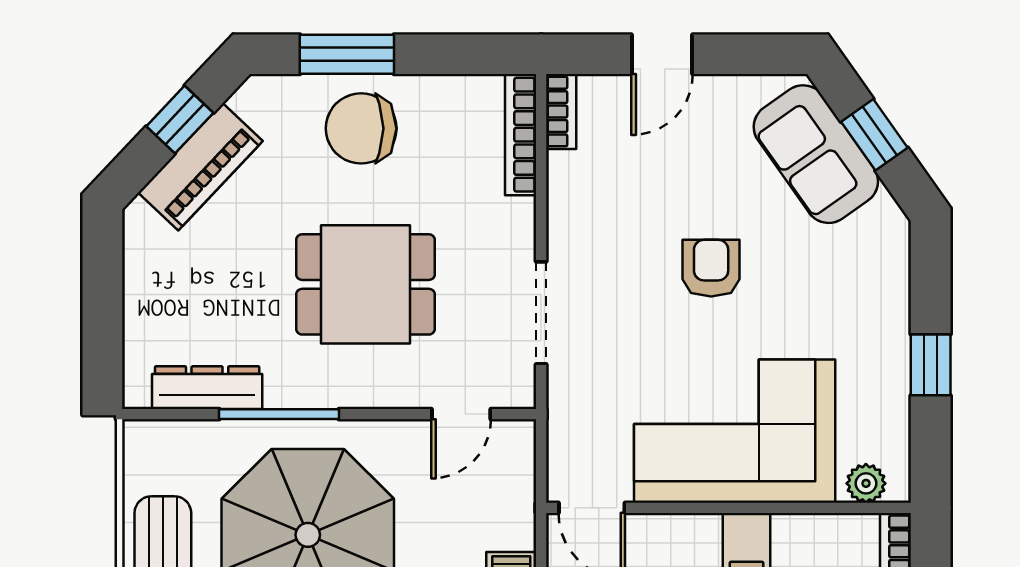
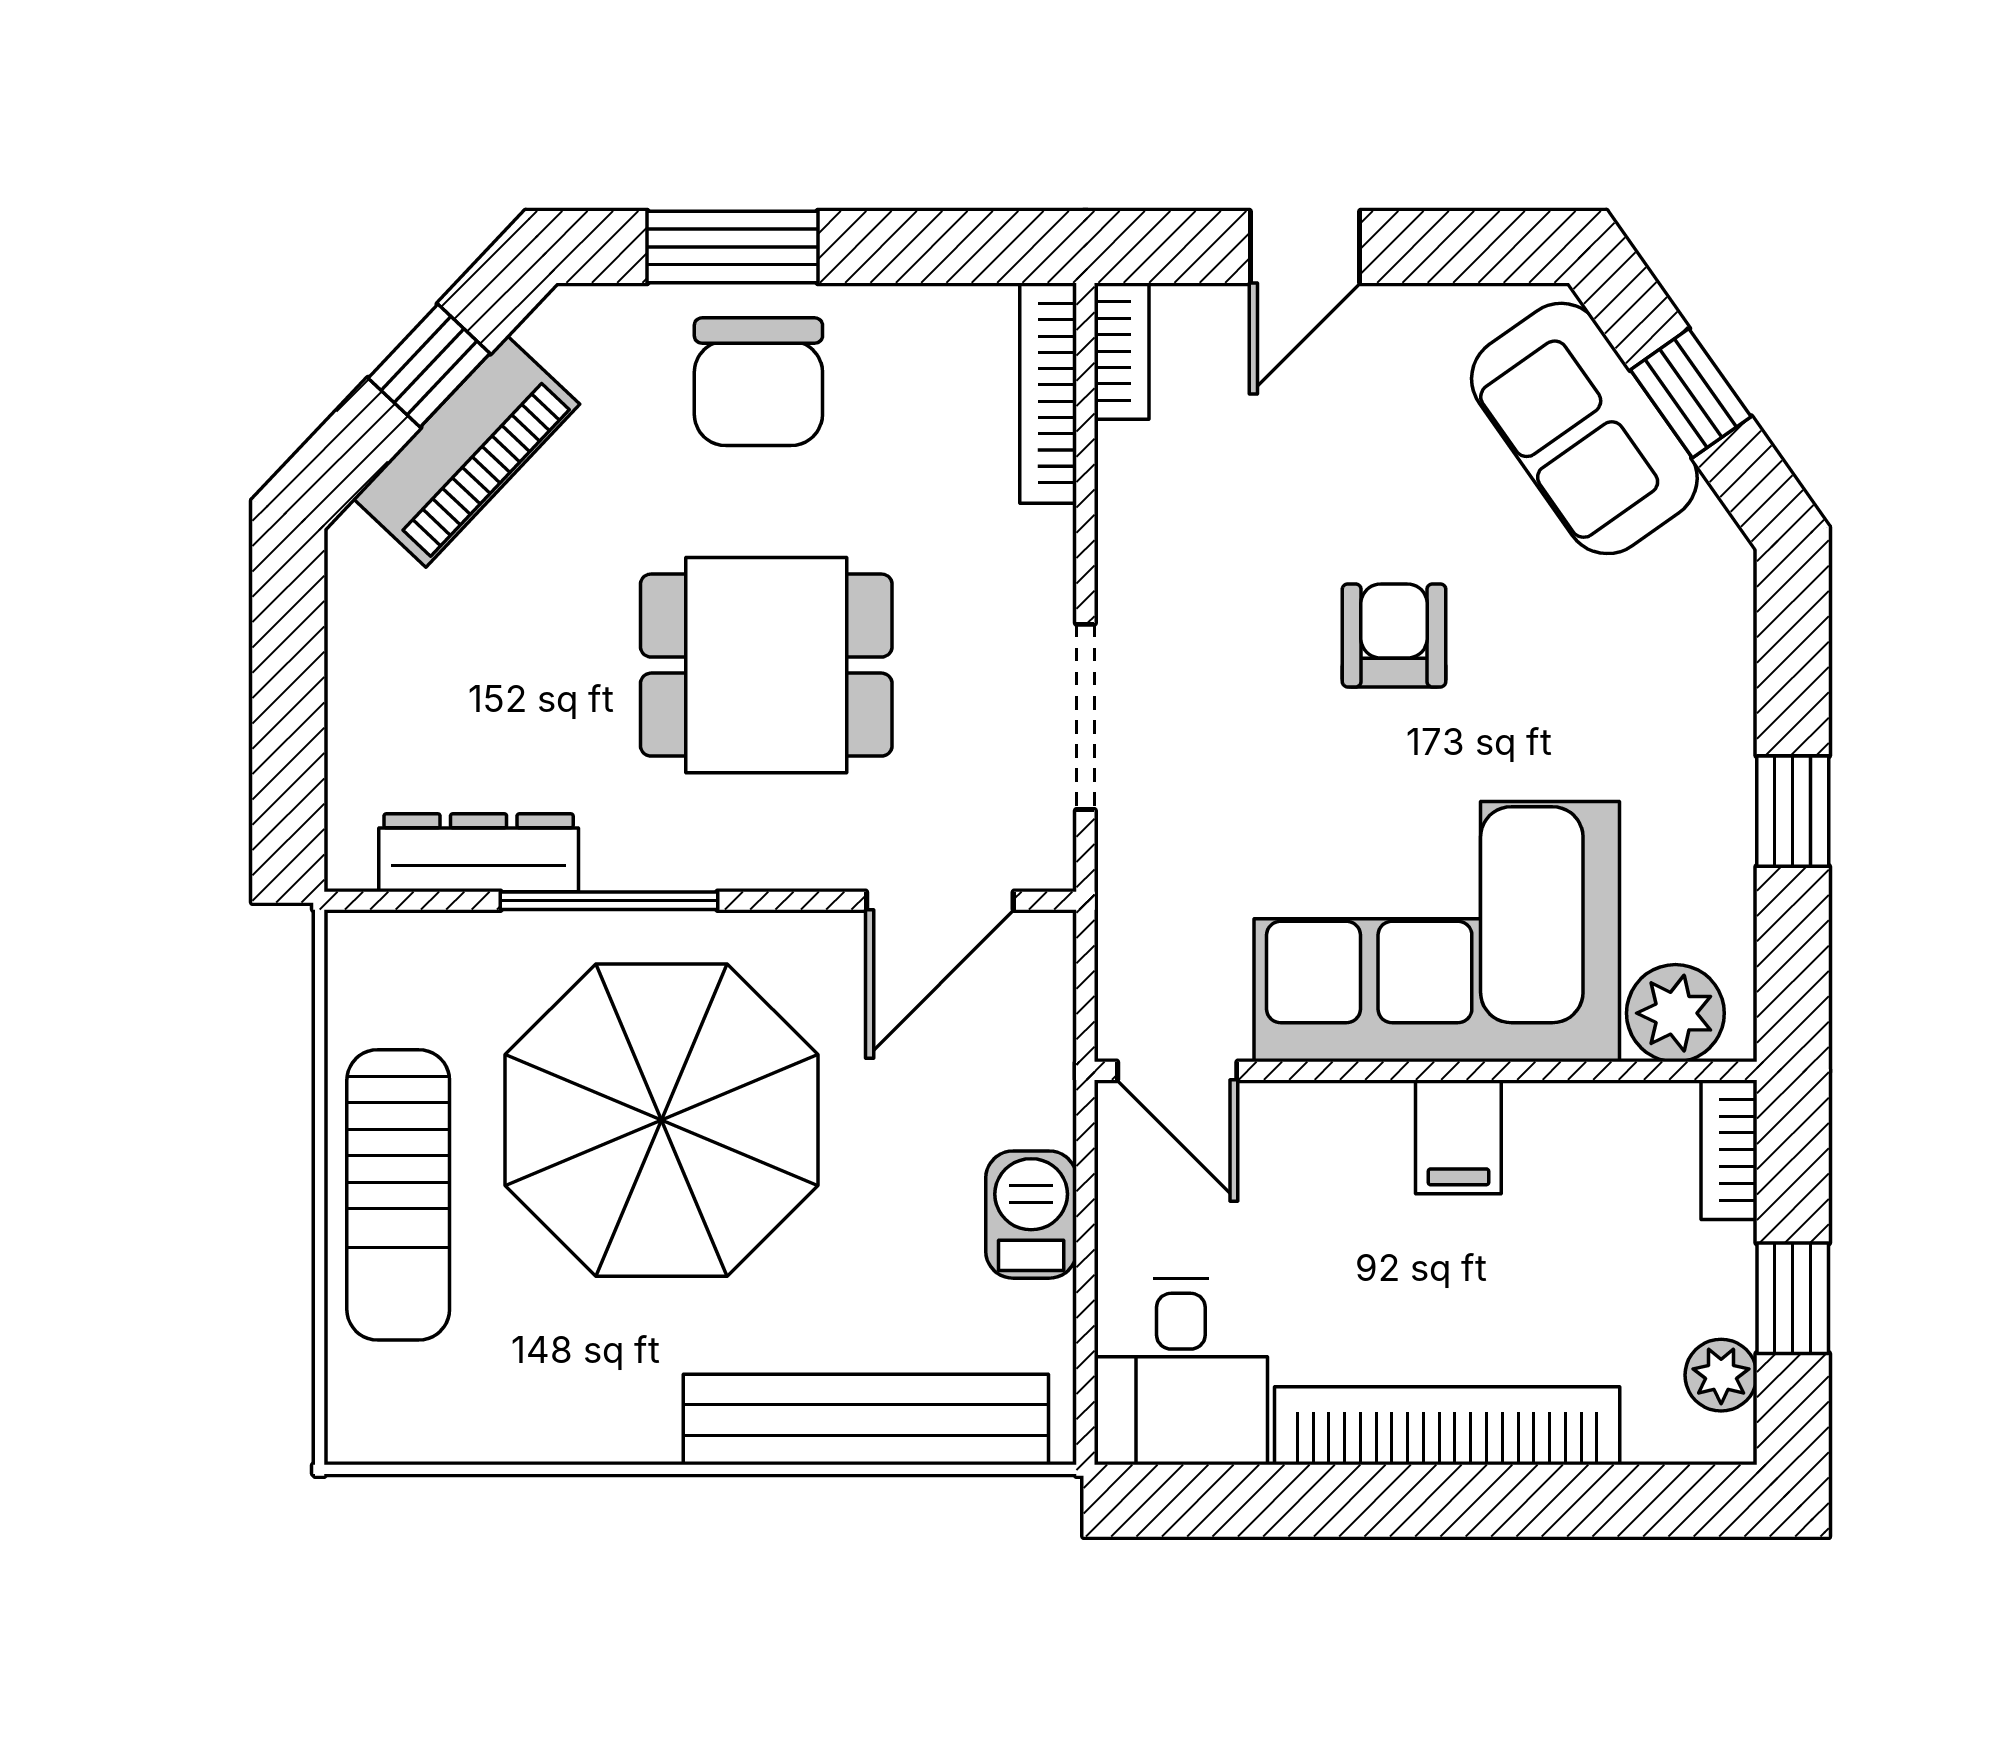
chair: (361, 128) -> (758, 382), turned -90
door: (461, 414) -> (940, 901), width x1.37
plant: (866, 483) -> (1675, 1013), width x1.38, depth x1.38

